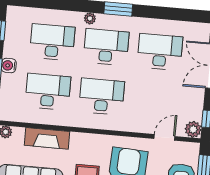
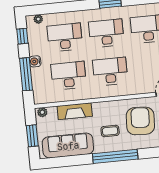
plant: (90, 18) -> (38, 19), moved

